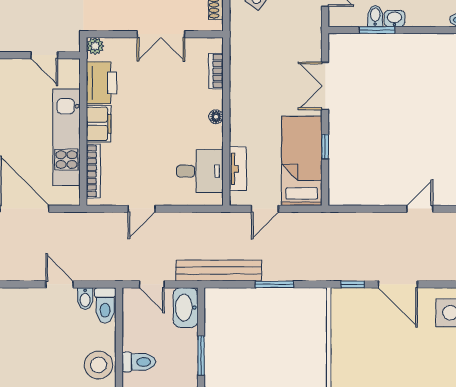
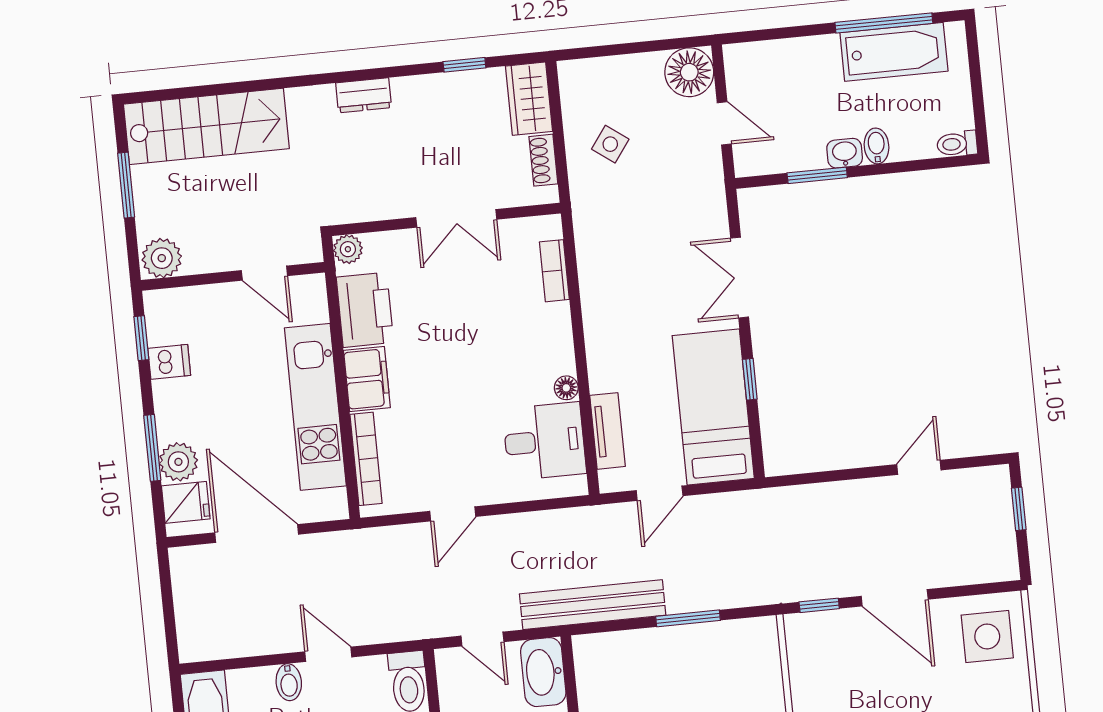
bidet: (375, 16) -> (876, 146), moved
floor lamp: (216, 117) -> (566, 388), moved
bidet: (85, 299) -> (289, 682), moved

